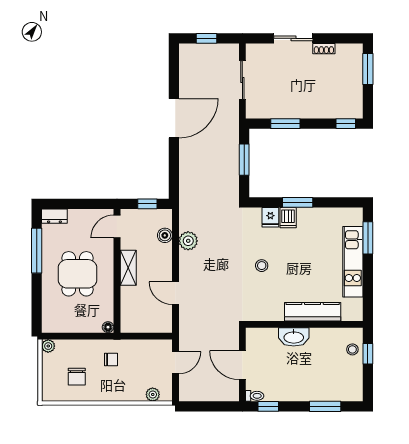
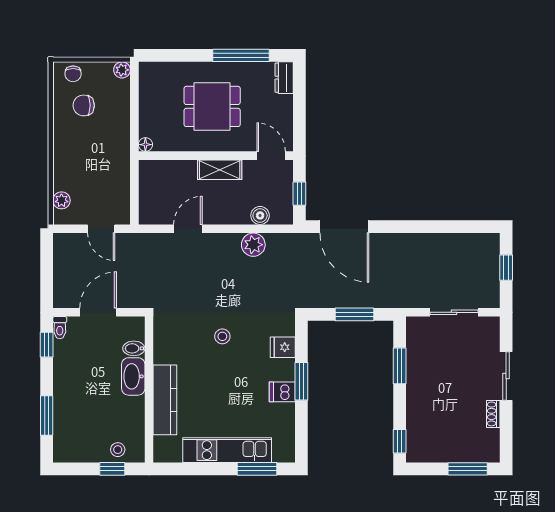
door: (174, 118) -> (344, 227), moved
dishwasher: (288, 218) -> (282, 392), moved
bidet: (271, 337) -> (134, 348), added
chair: (111, 360) -> (73, 74), moved

